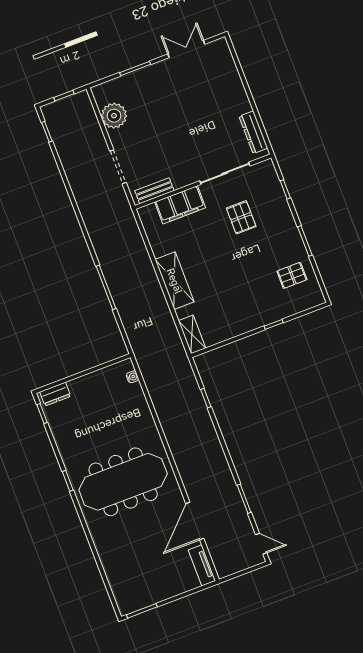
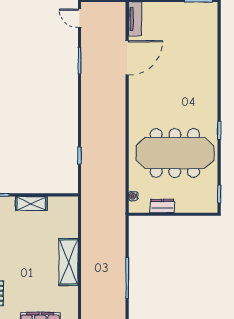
shelving: (192, 334) -> (31, 204), moved, turned 90
dresser: (55, 394) -> (162, 206), moved
meeting table: (123, 482) -> (175, 153), moved

